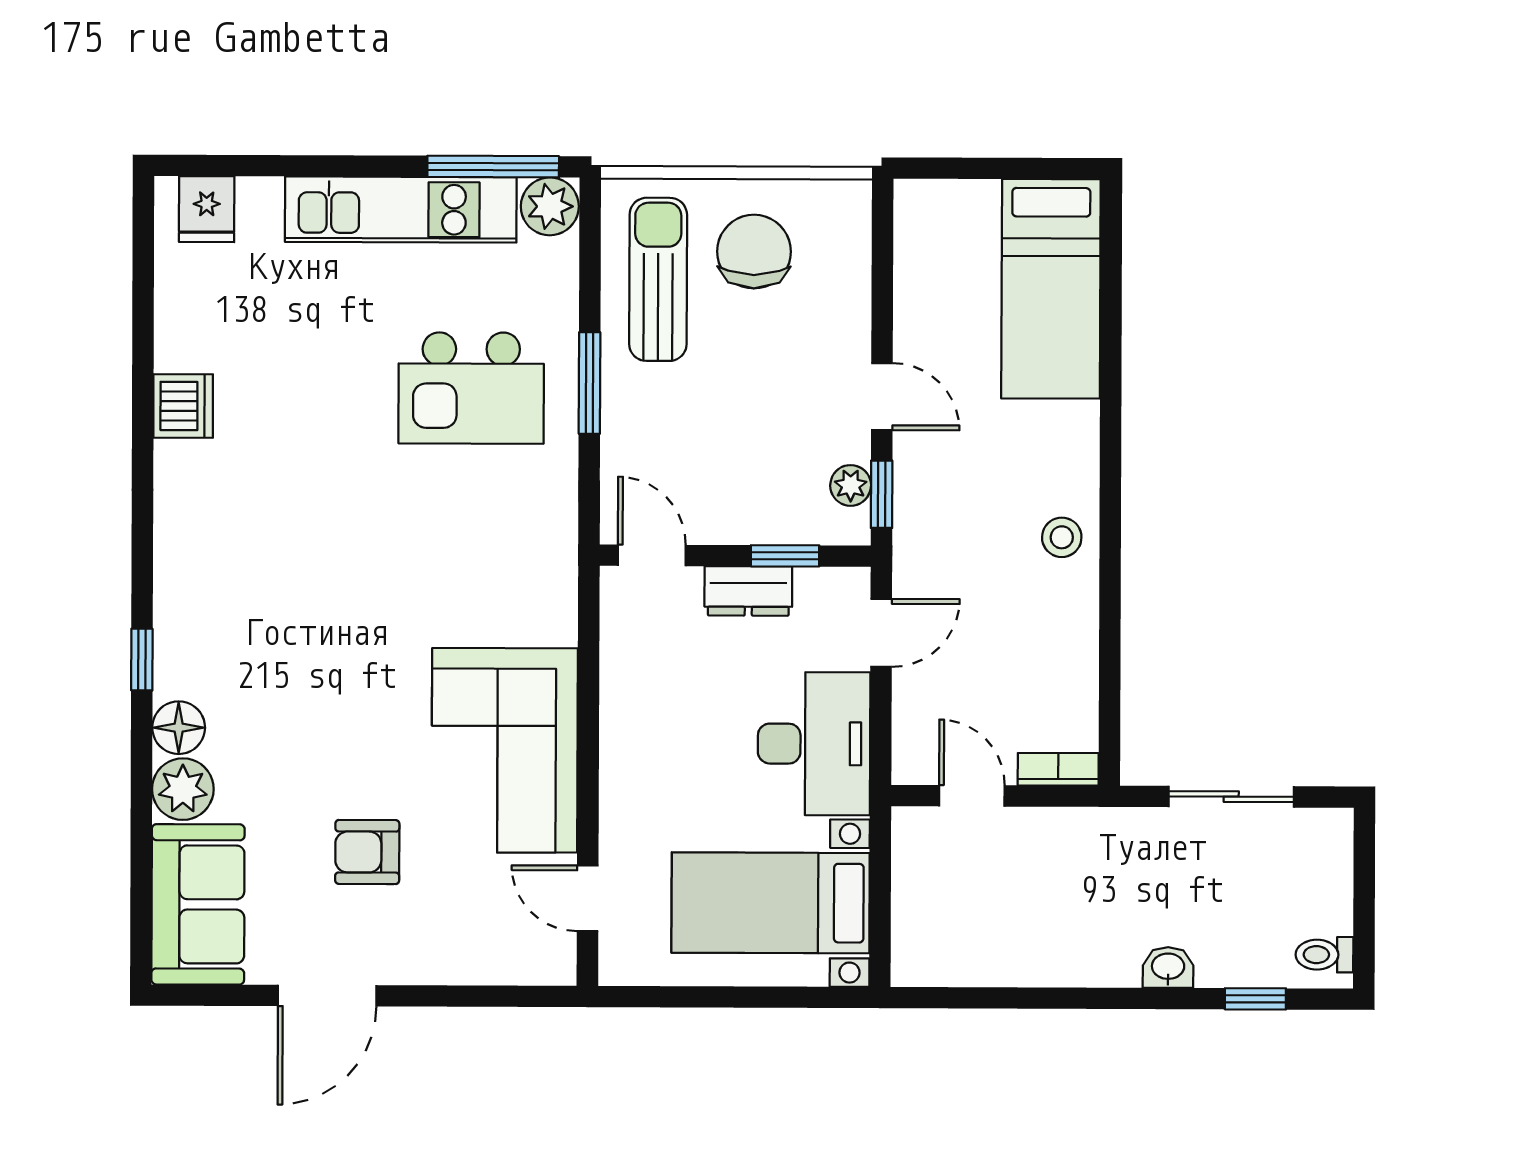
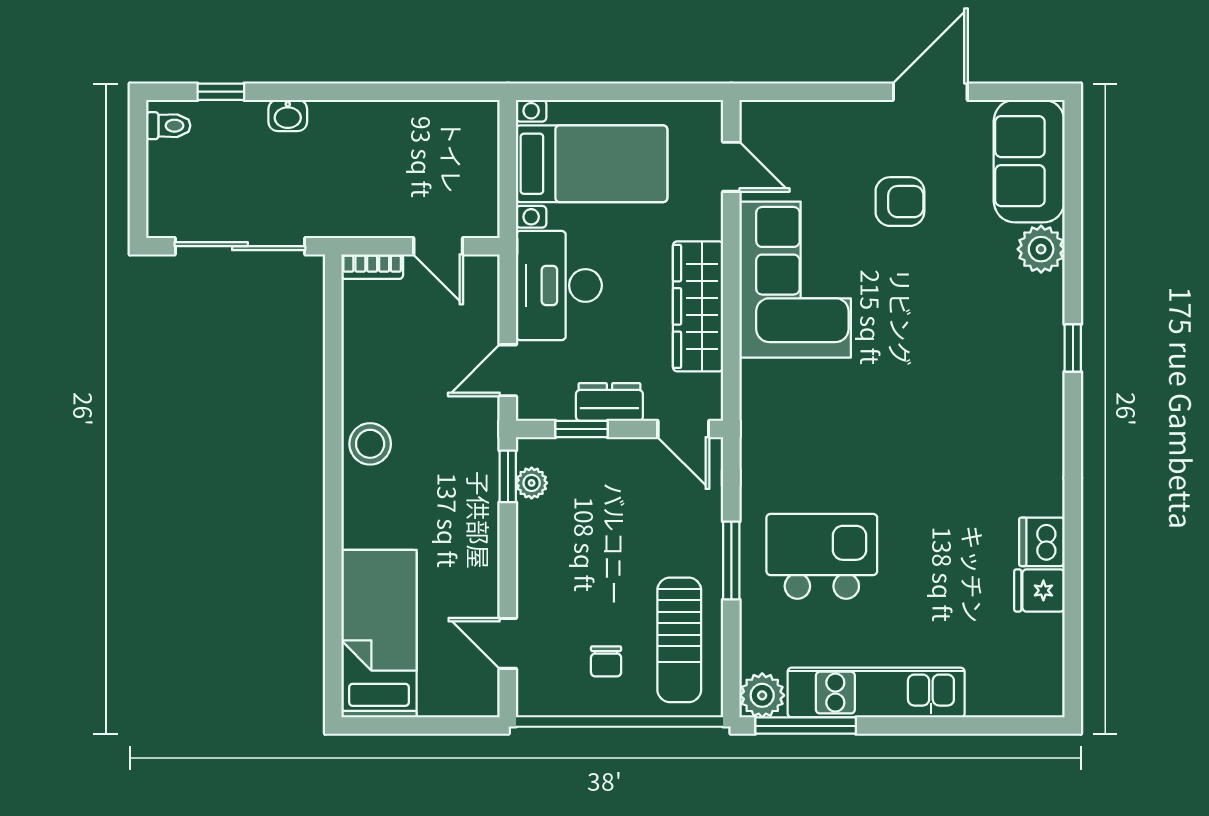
fridge: (207, 209) -> (1039, 590), moved, turned -90
chair: (754, 252) -> (606, 661), width x0.54, depth x0.54
door: (882, 397) -> (508, 643), moved
stool: (1062, 537) -> (370, 444), width x1.37, depth x1.37
wardrobe: (632, 716) -> (698, 306), added
floor lamp: (179, 728) -> (1044, 296), removed
sliding door: (1231, 797) -> (240, 246), width x1.37

